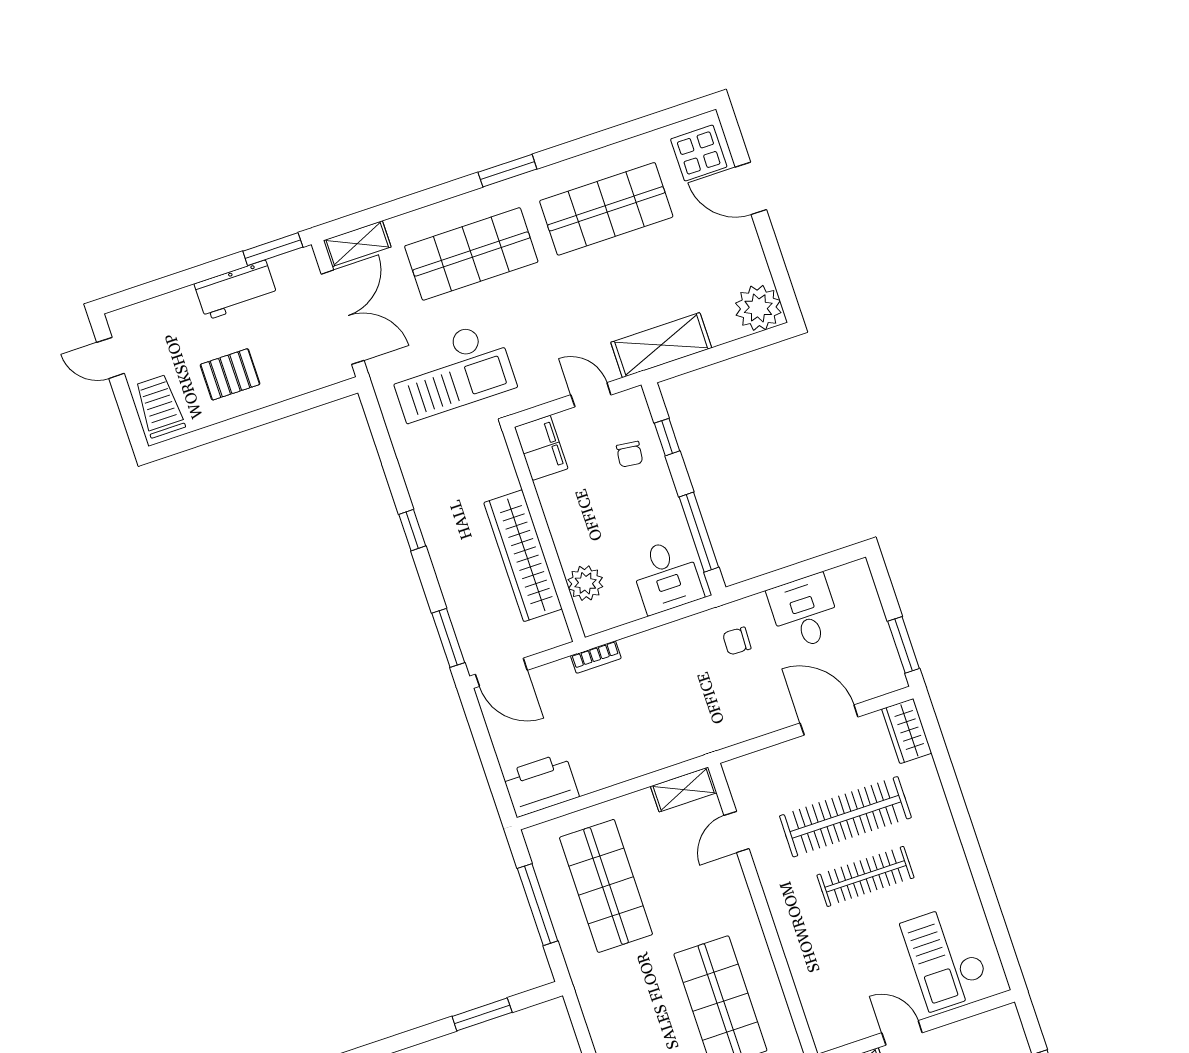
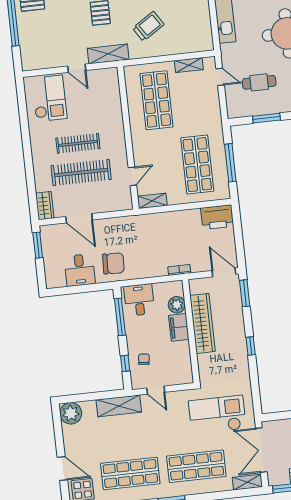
filing cabinet: (541, 448) -> (179, 327), moved
chair: (737, 641) -> (113, 263), width x1.87, depth x1.87

